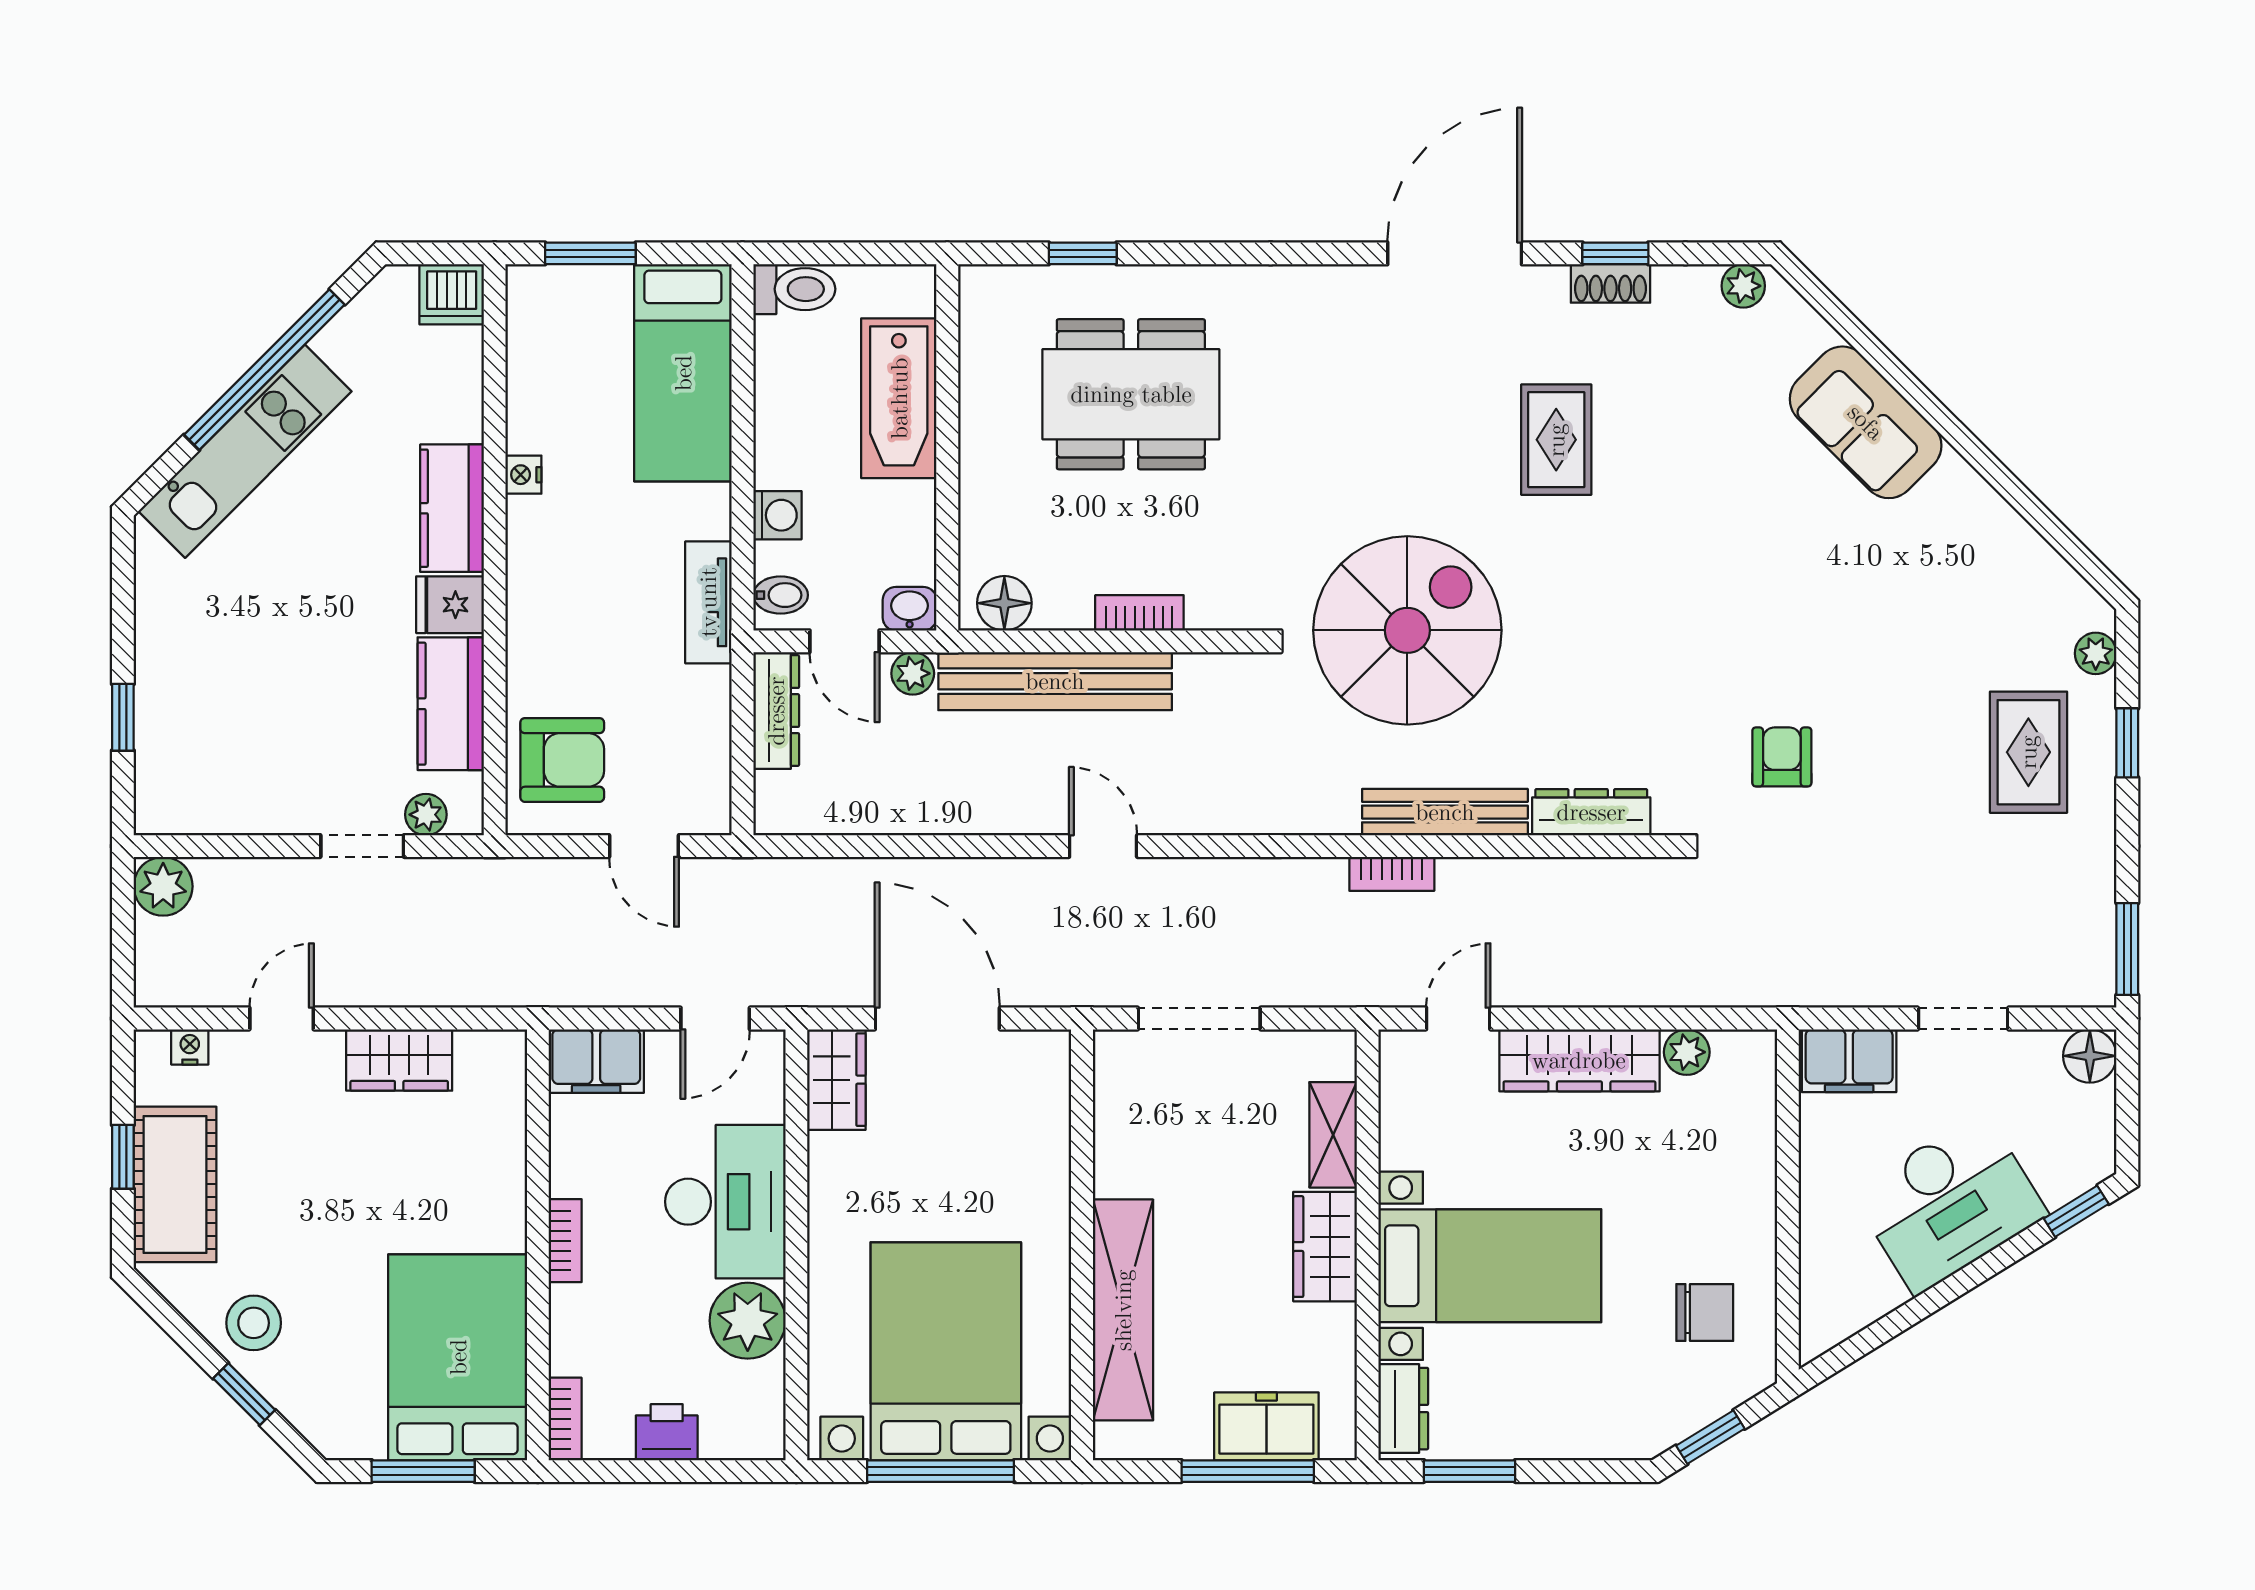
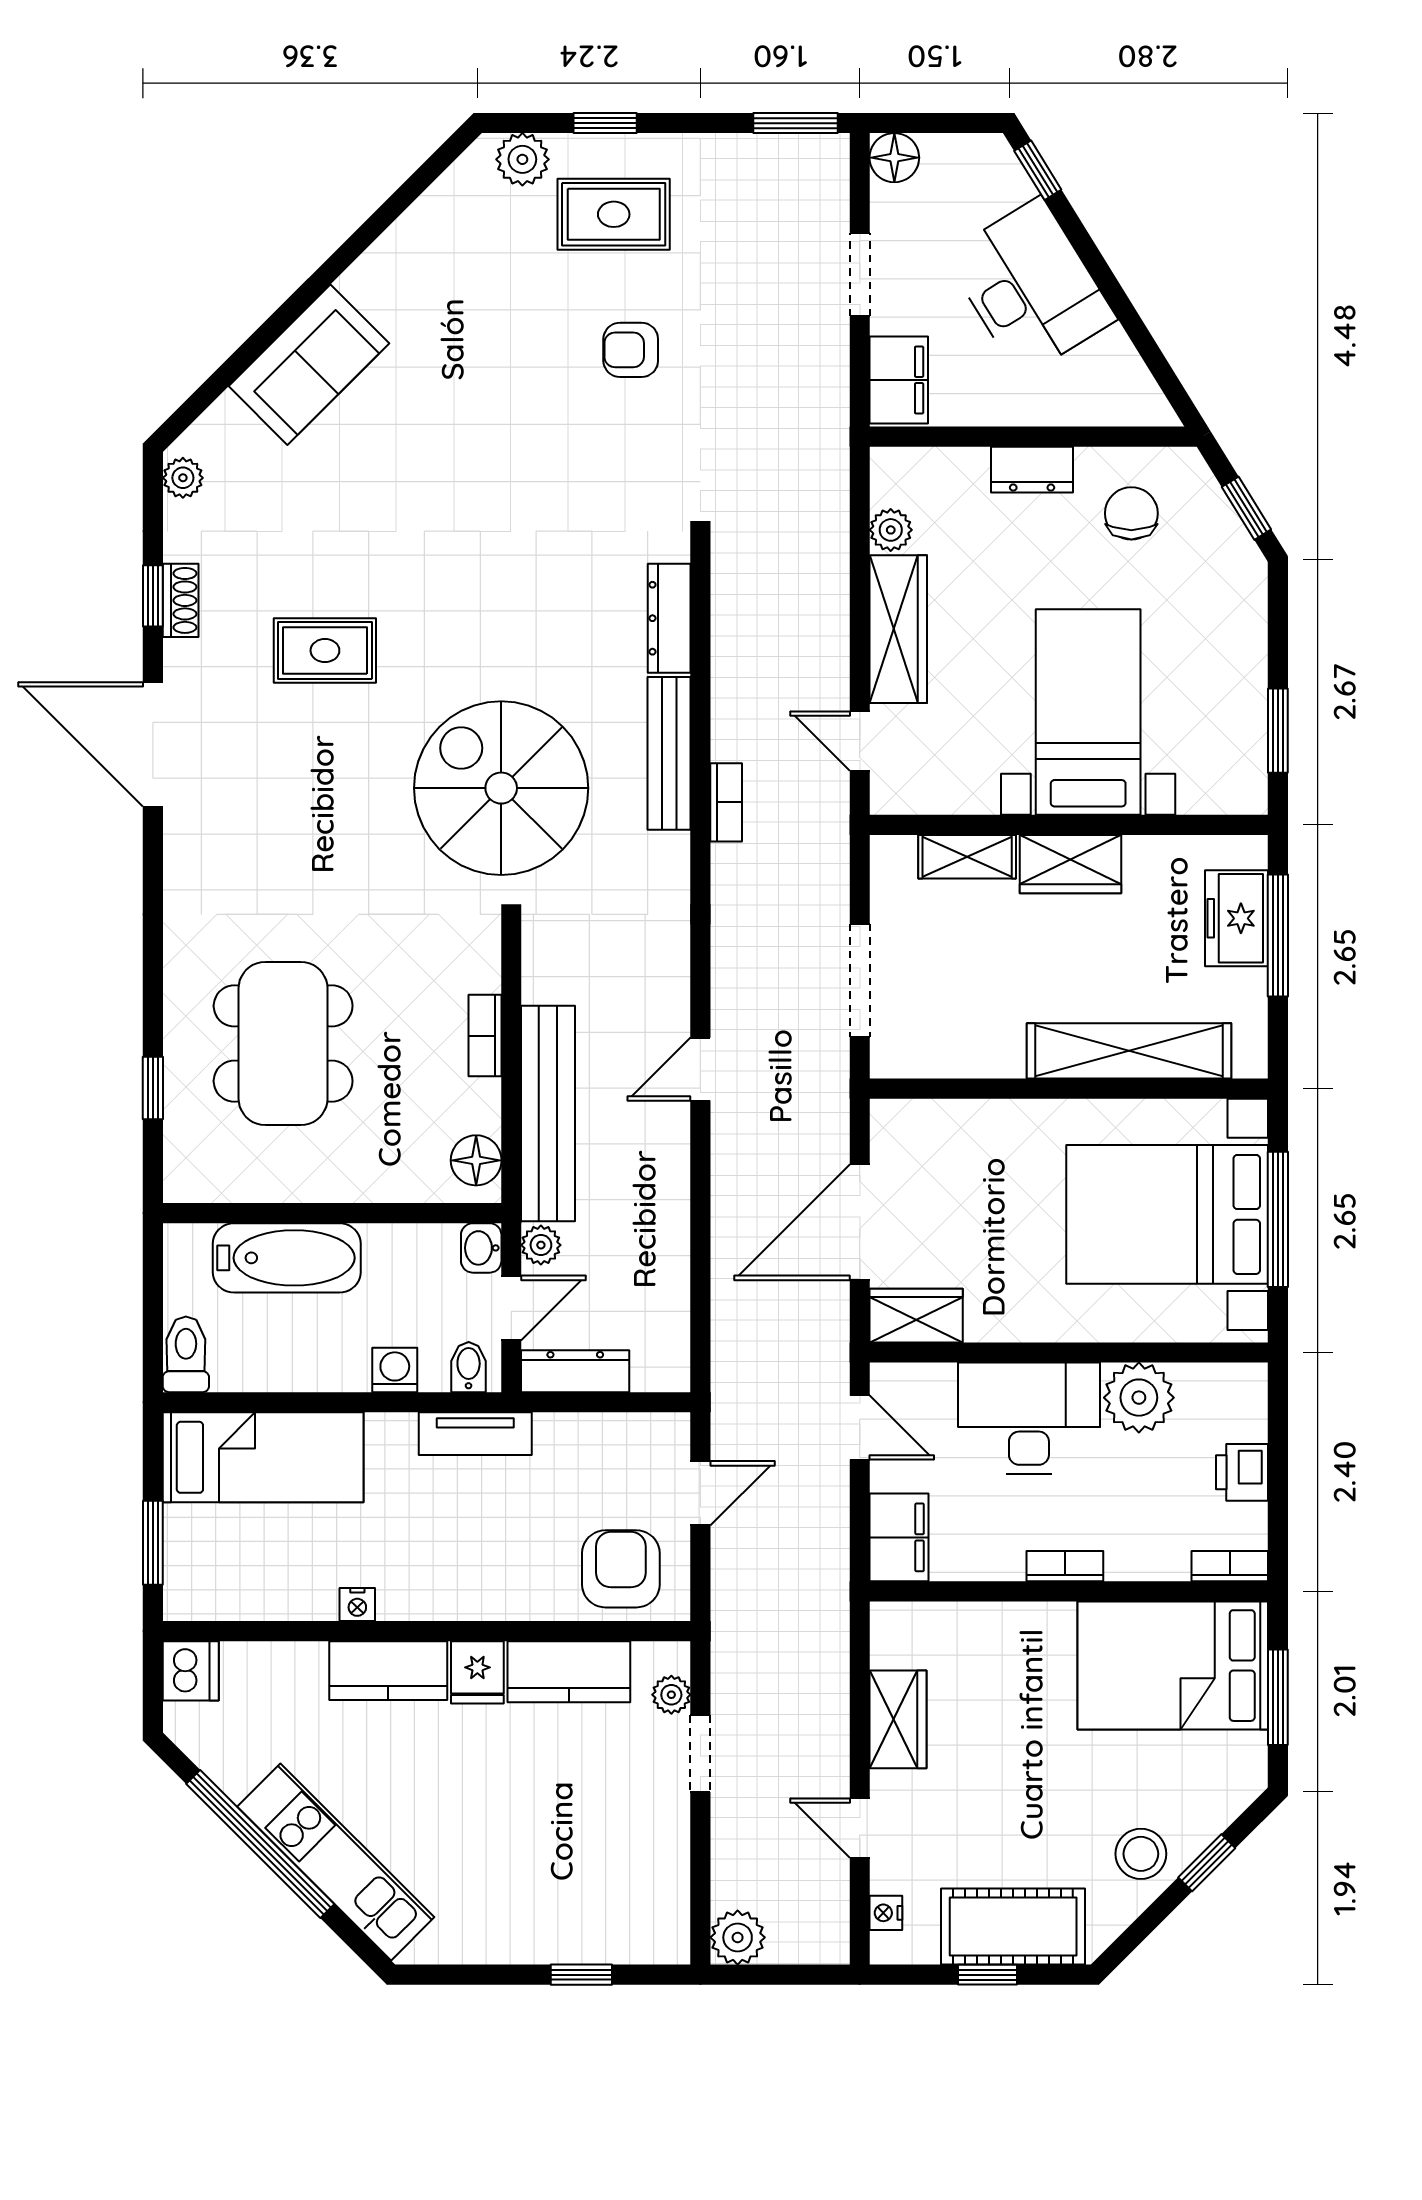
plant: (2096, 653) -> (522, 159), width x1.38, depth x1.38
armchair: (1782, 757) -> (631, 350), moved
dresser: (1403, 1409) -> (1032, 470), moved, turned 180

